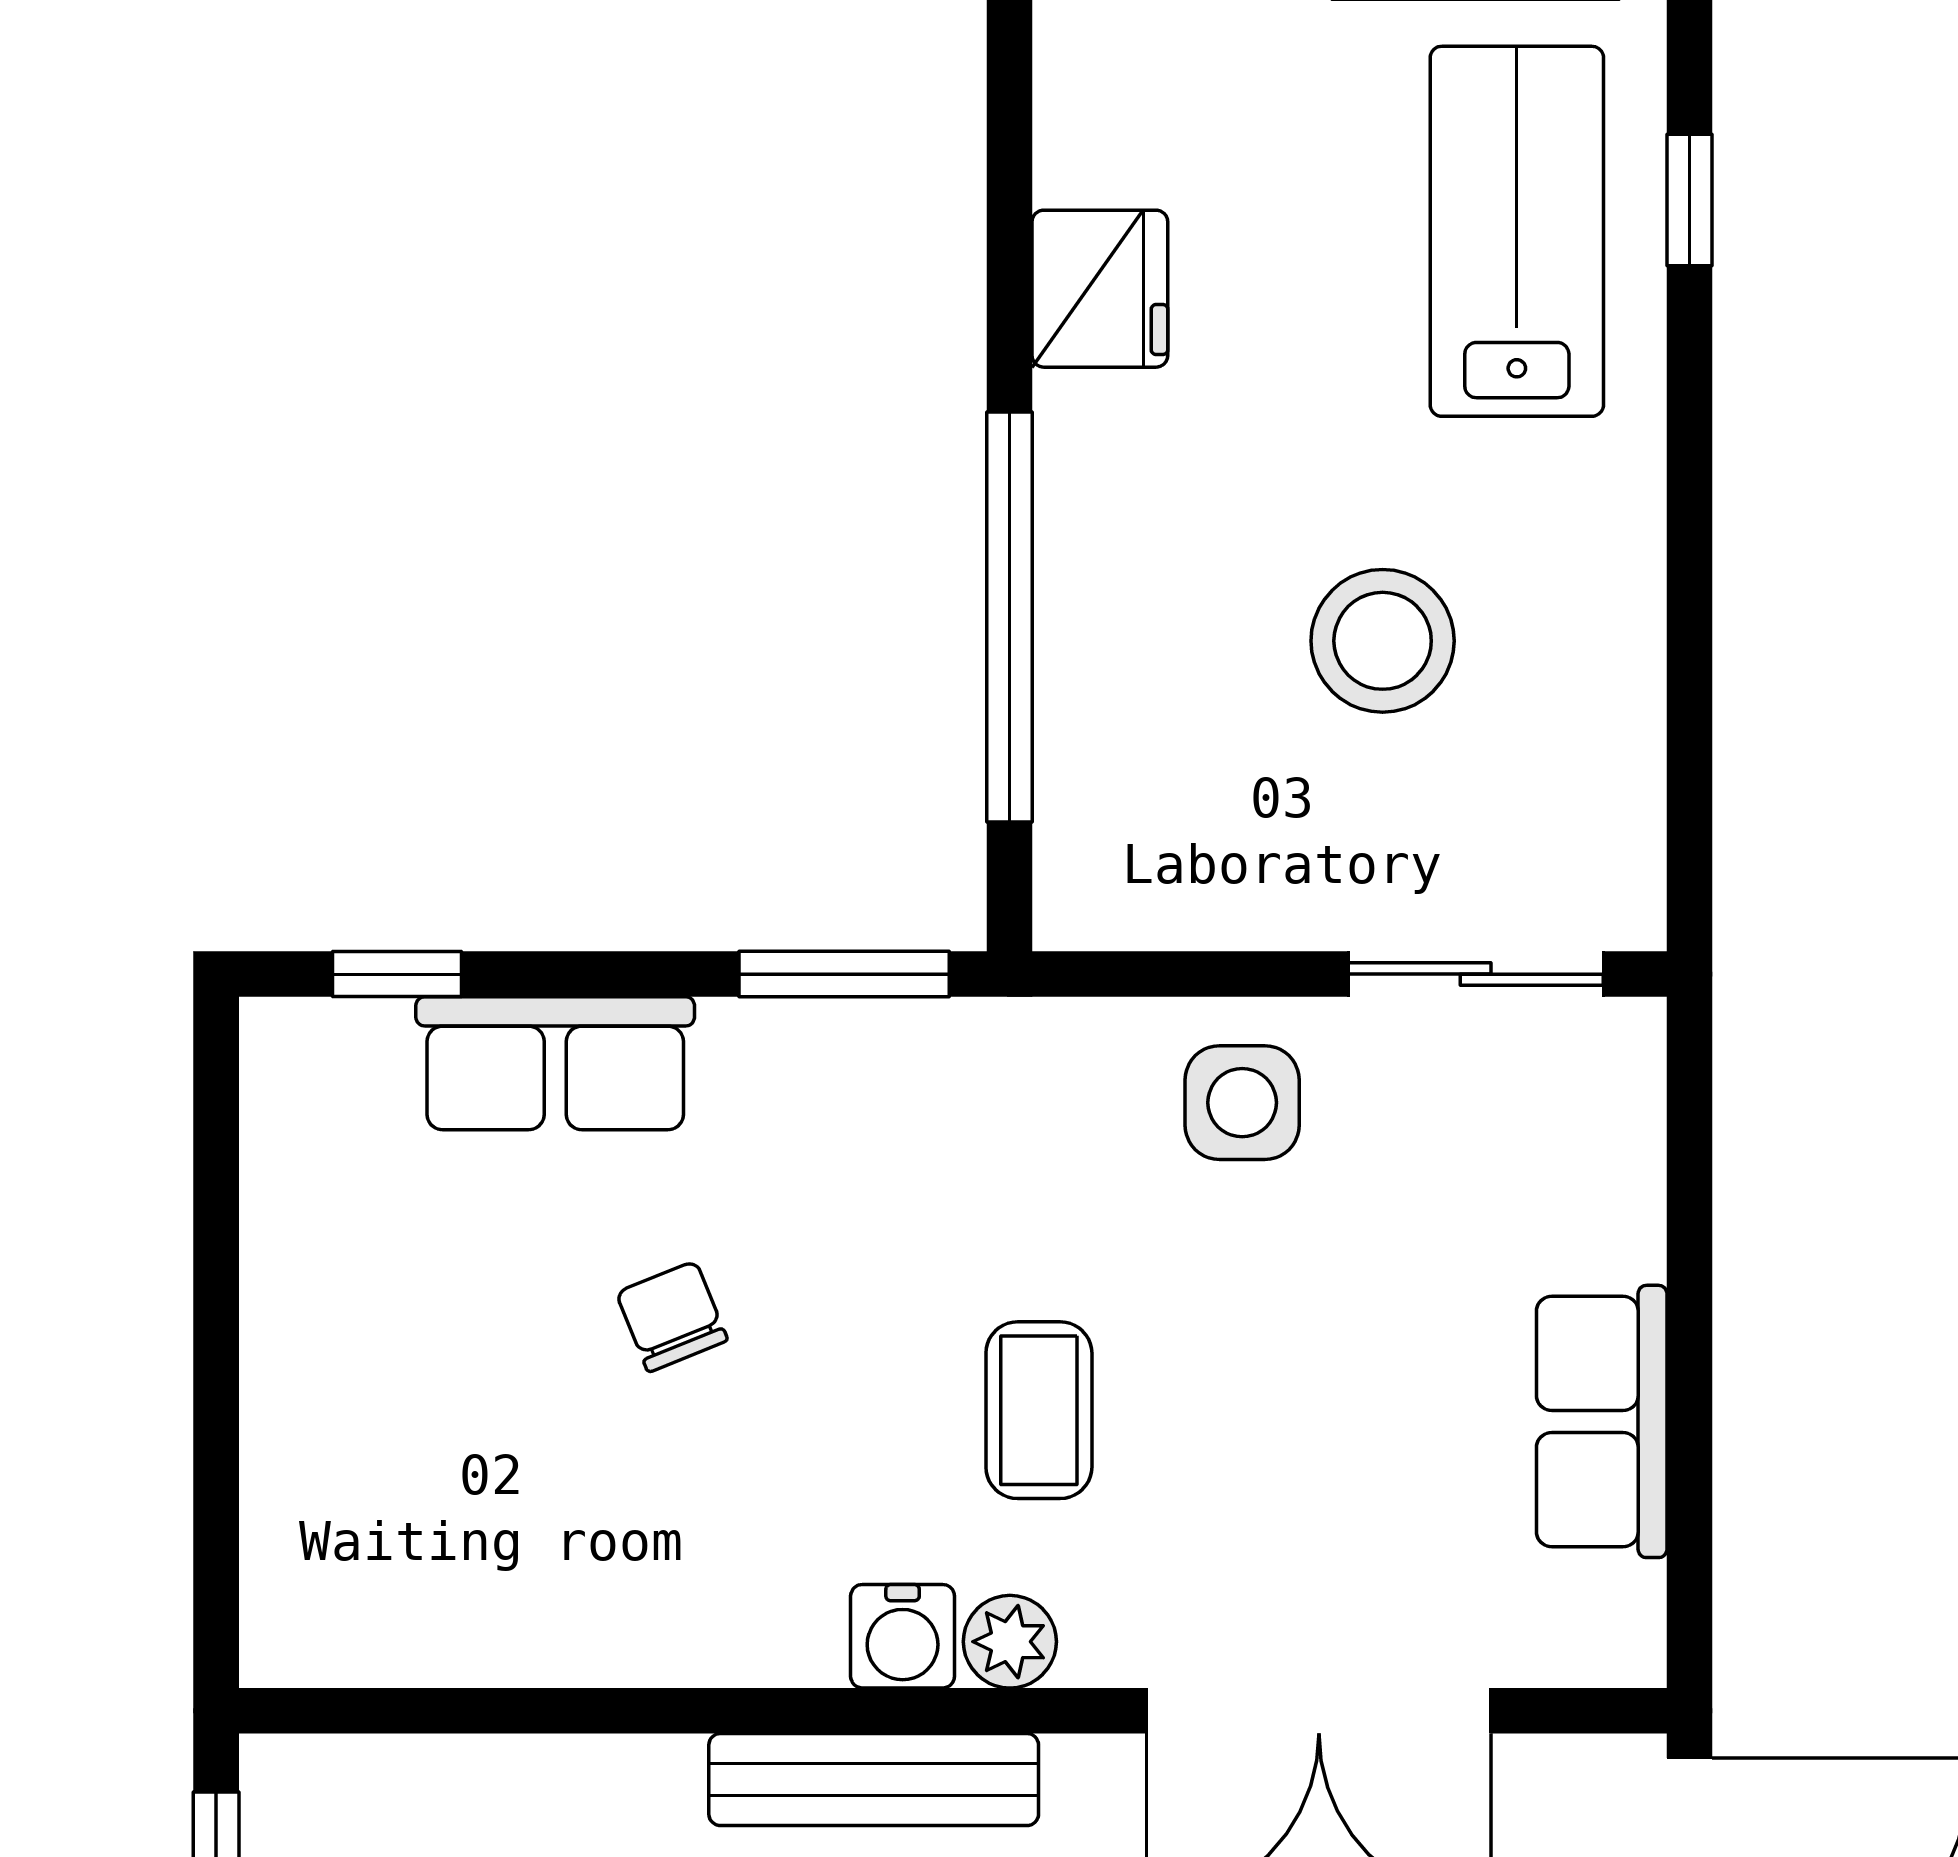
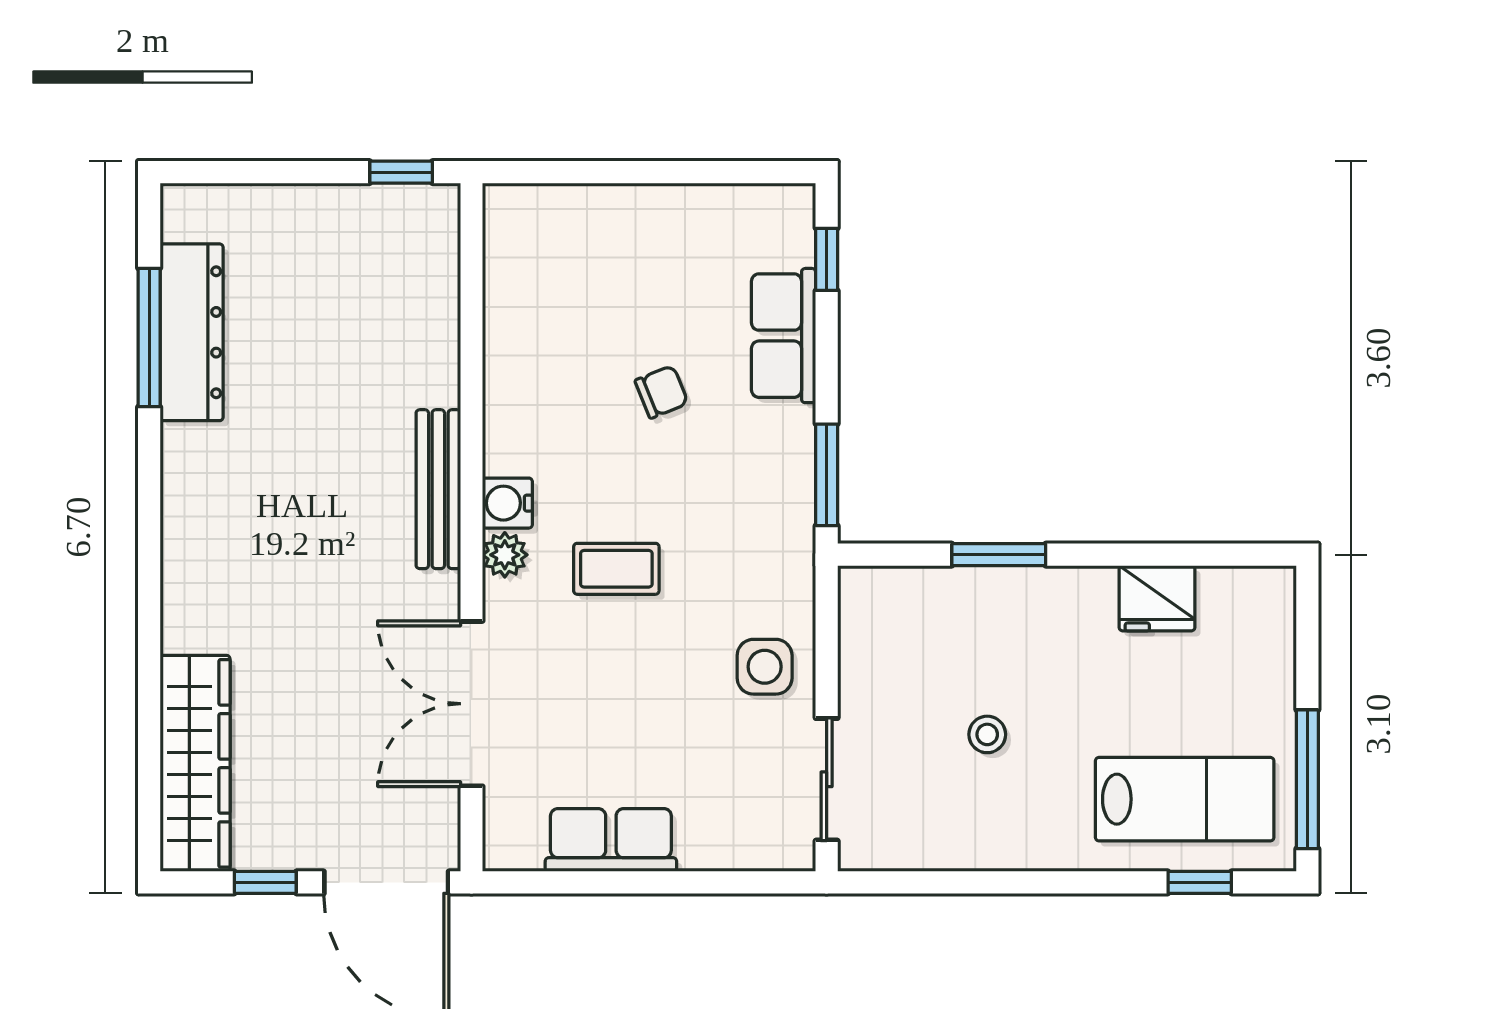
window: (1010, 617) -> (999, 555), width x0.47
stool: (1383, 641) -> (987, 734), width x0.53, depth x0.53

